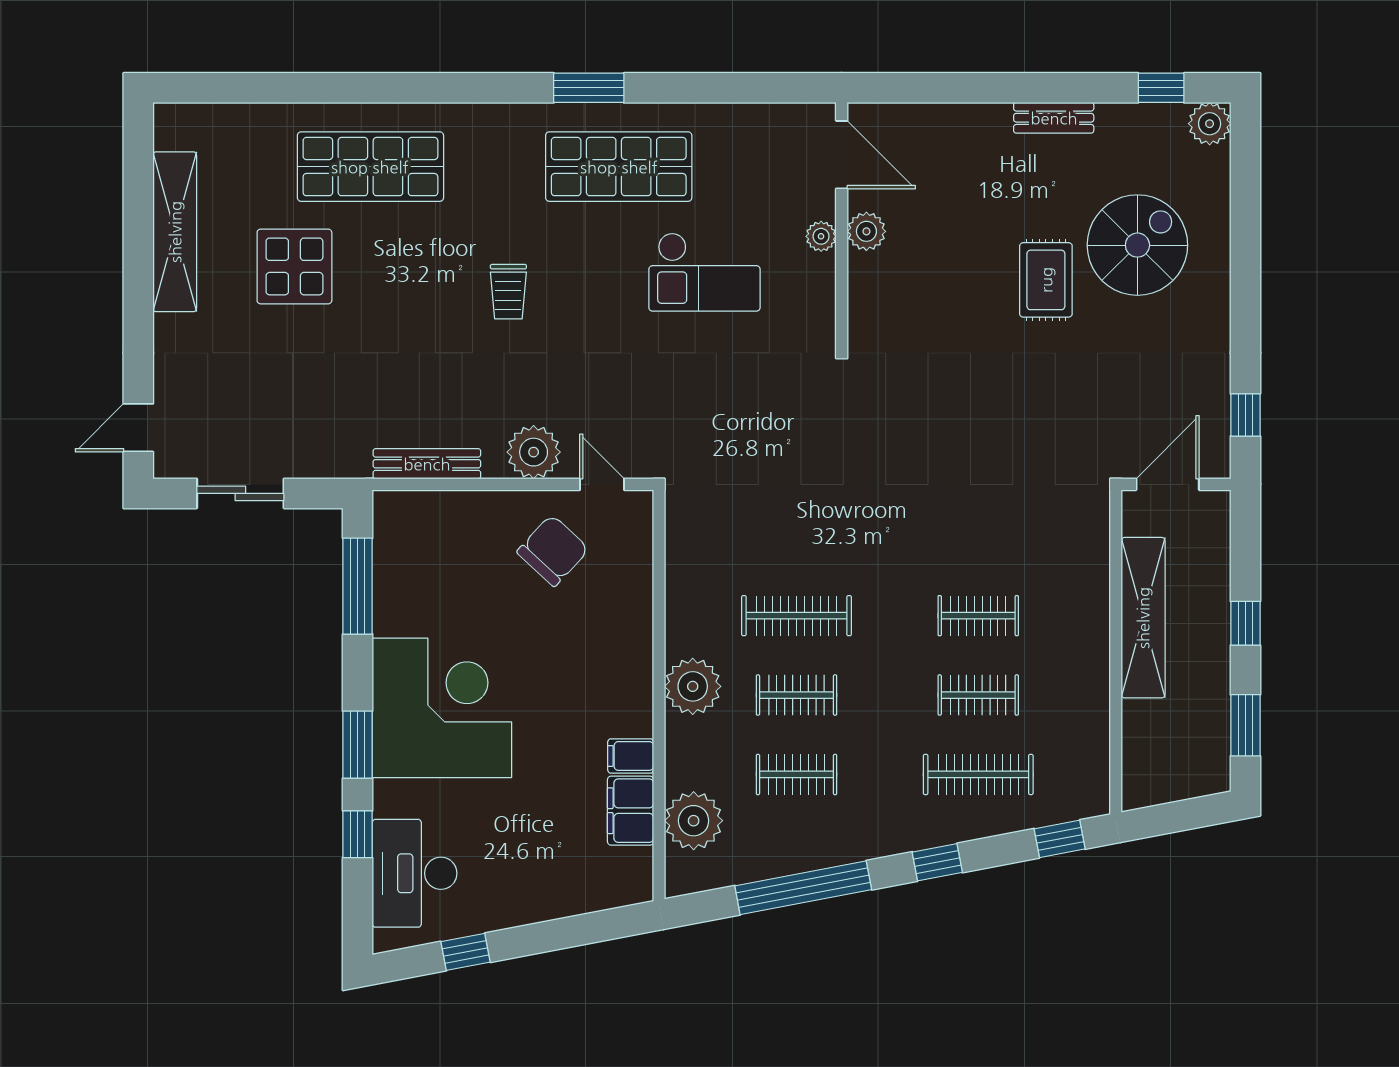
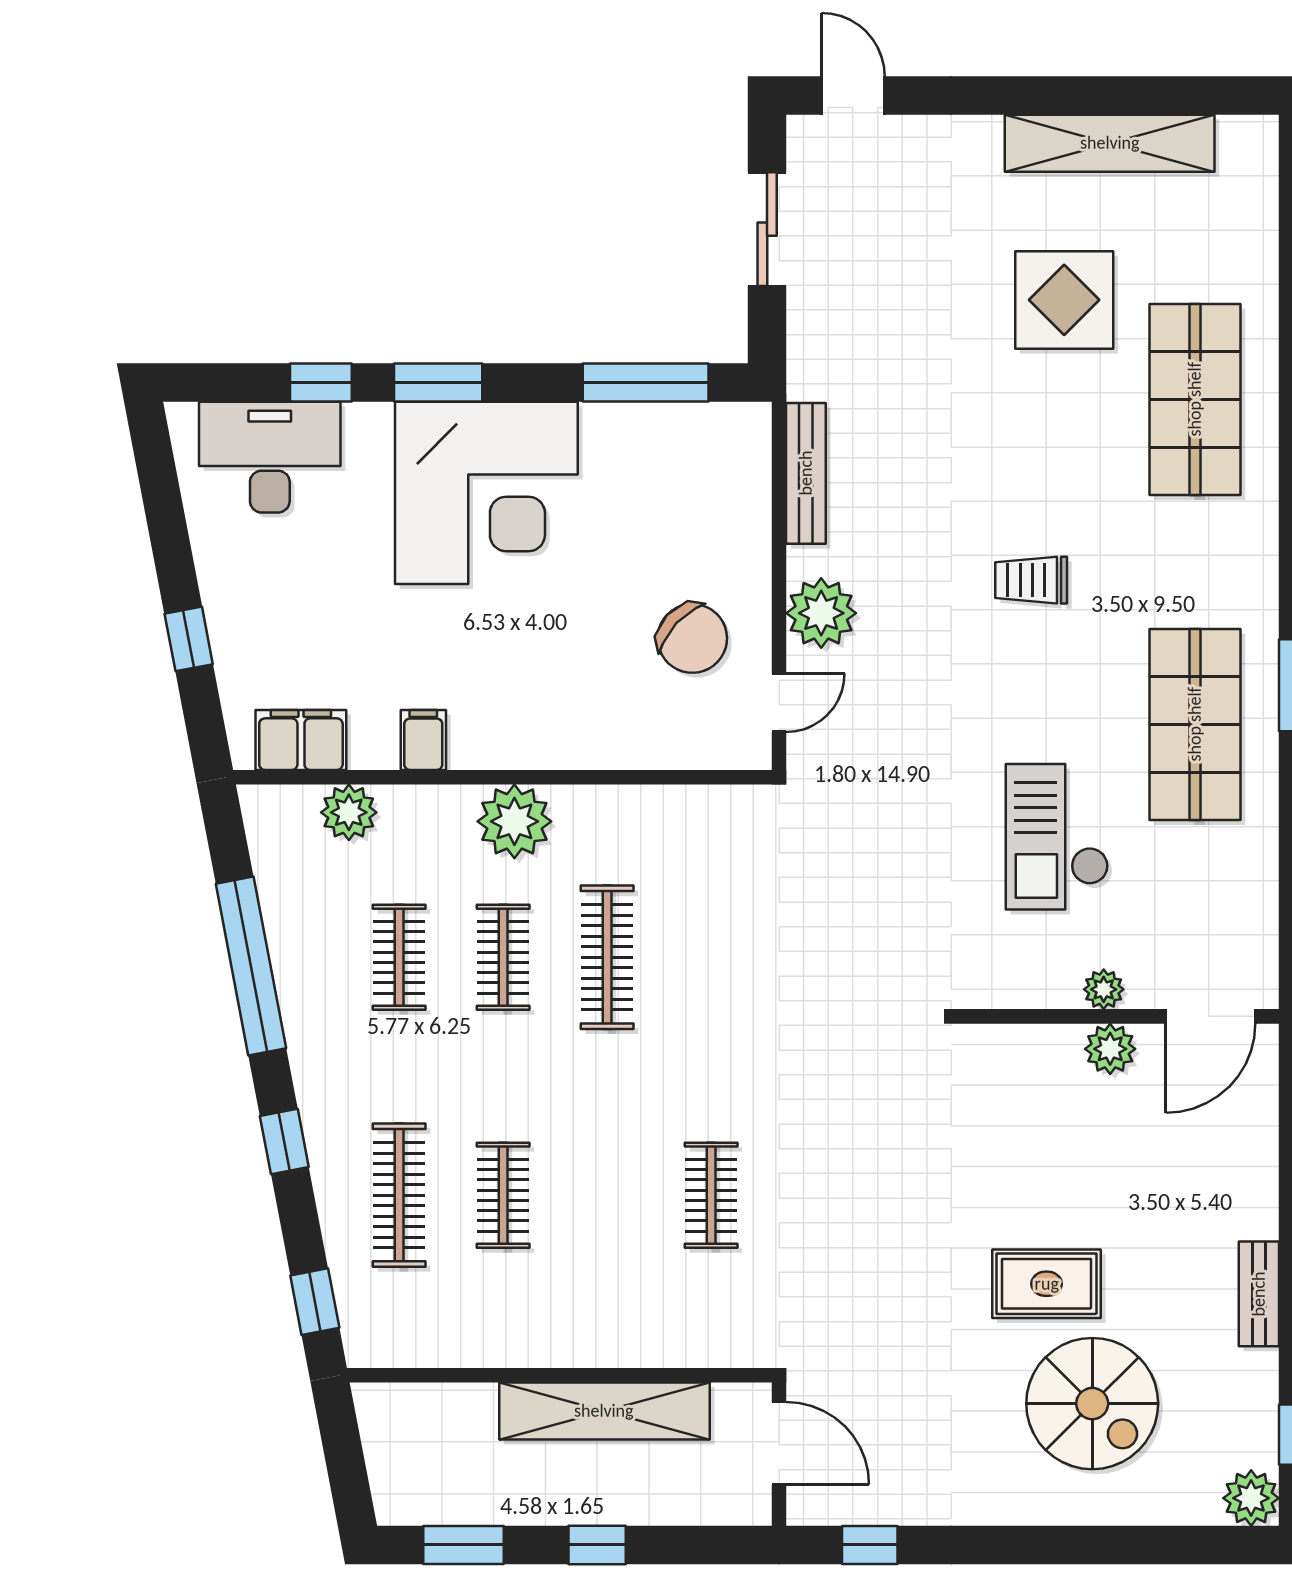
clothes rail: (978, 616) -> (711, 1195), moved
filing cabinet: (630, 811) -> (301, 740), moved
plant: (694, 821) -> (349, 812), width x0.73, depth x0.73
window: (465, 952) -> (189, 639), moved

